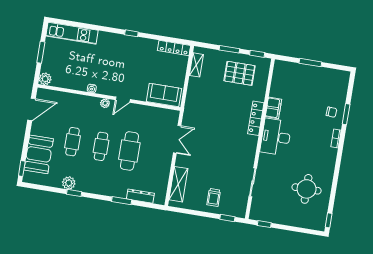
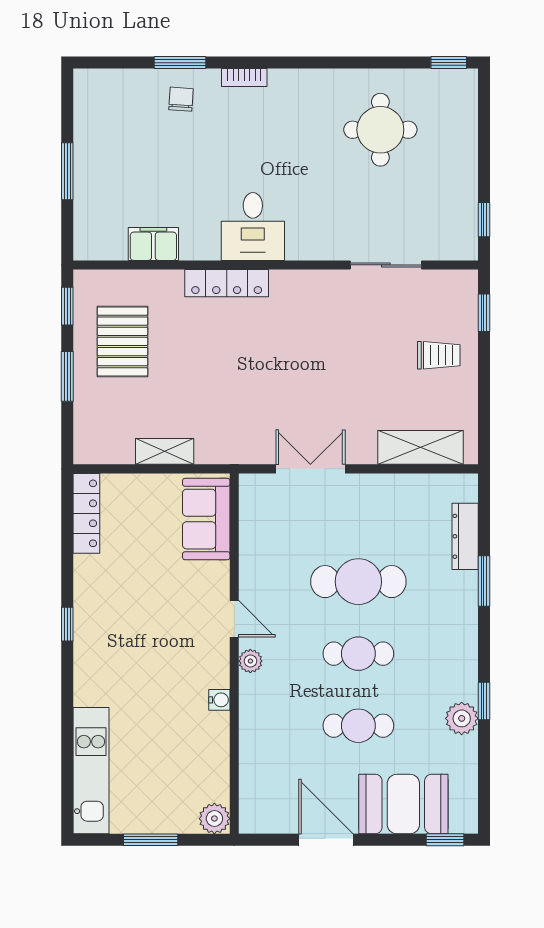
shelving: (196, 65) -> (165, 451), moved
filing cabinet: (273, 108) -> (153, 244), moved
door: (32, 109) -> (326, 840), moved
desk: (276, 137) -> (253, 227), width x0.73

